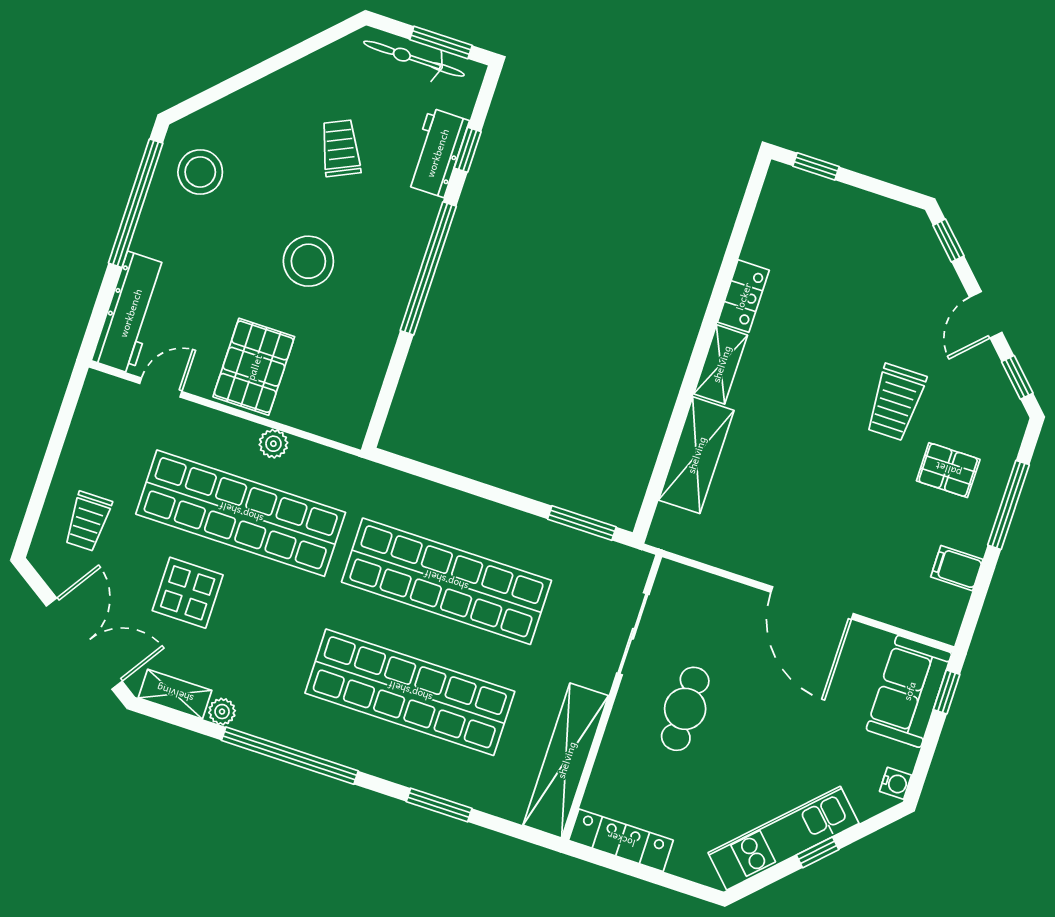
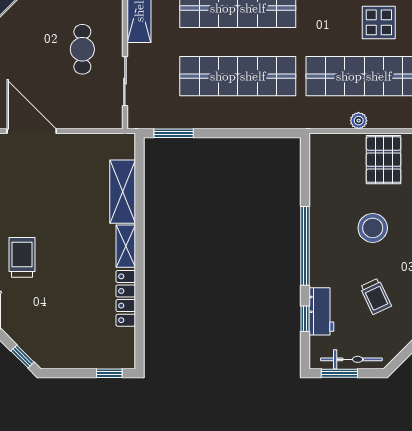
locker: (743, 296) -> (126, 298), width x1.53

